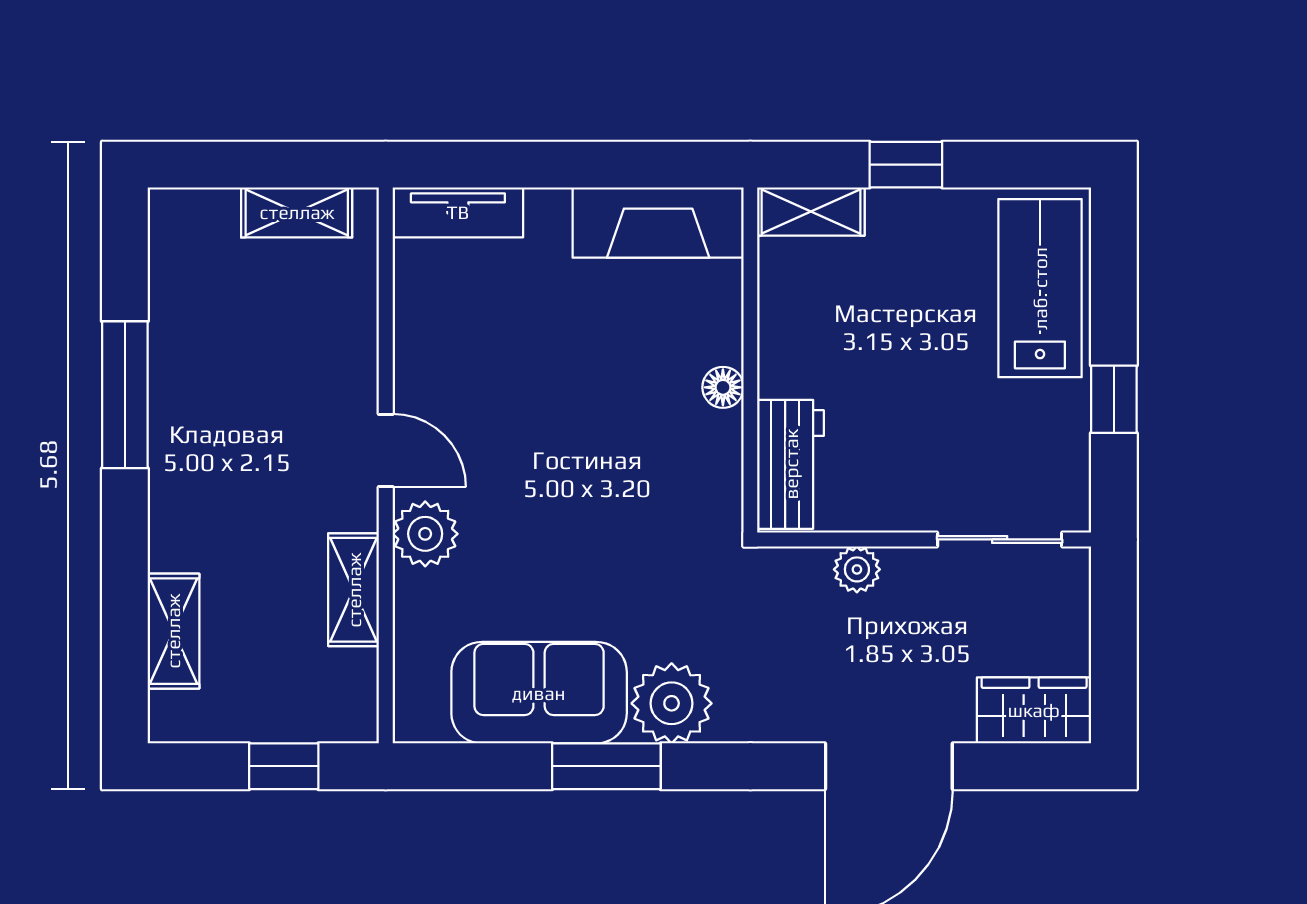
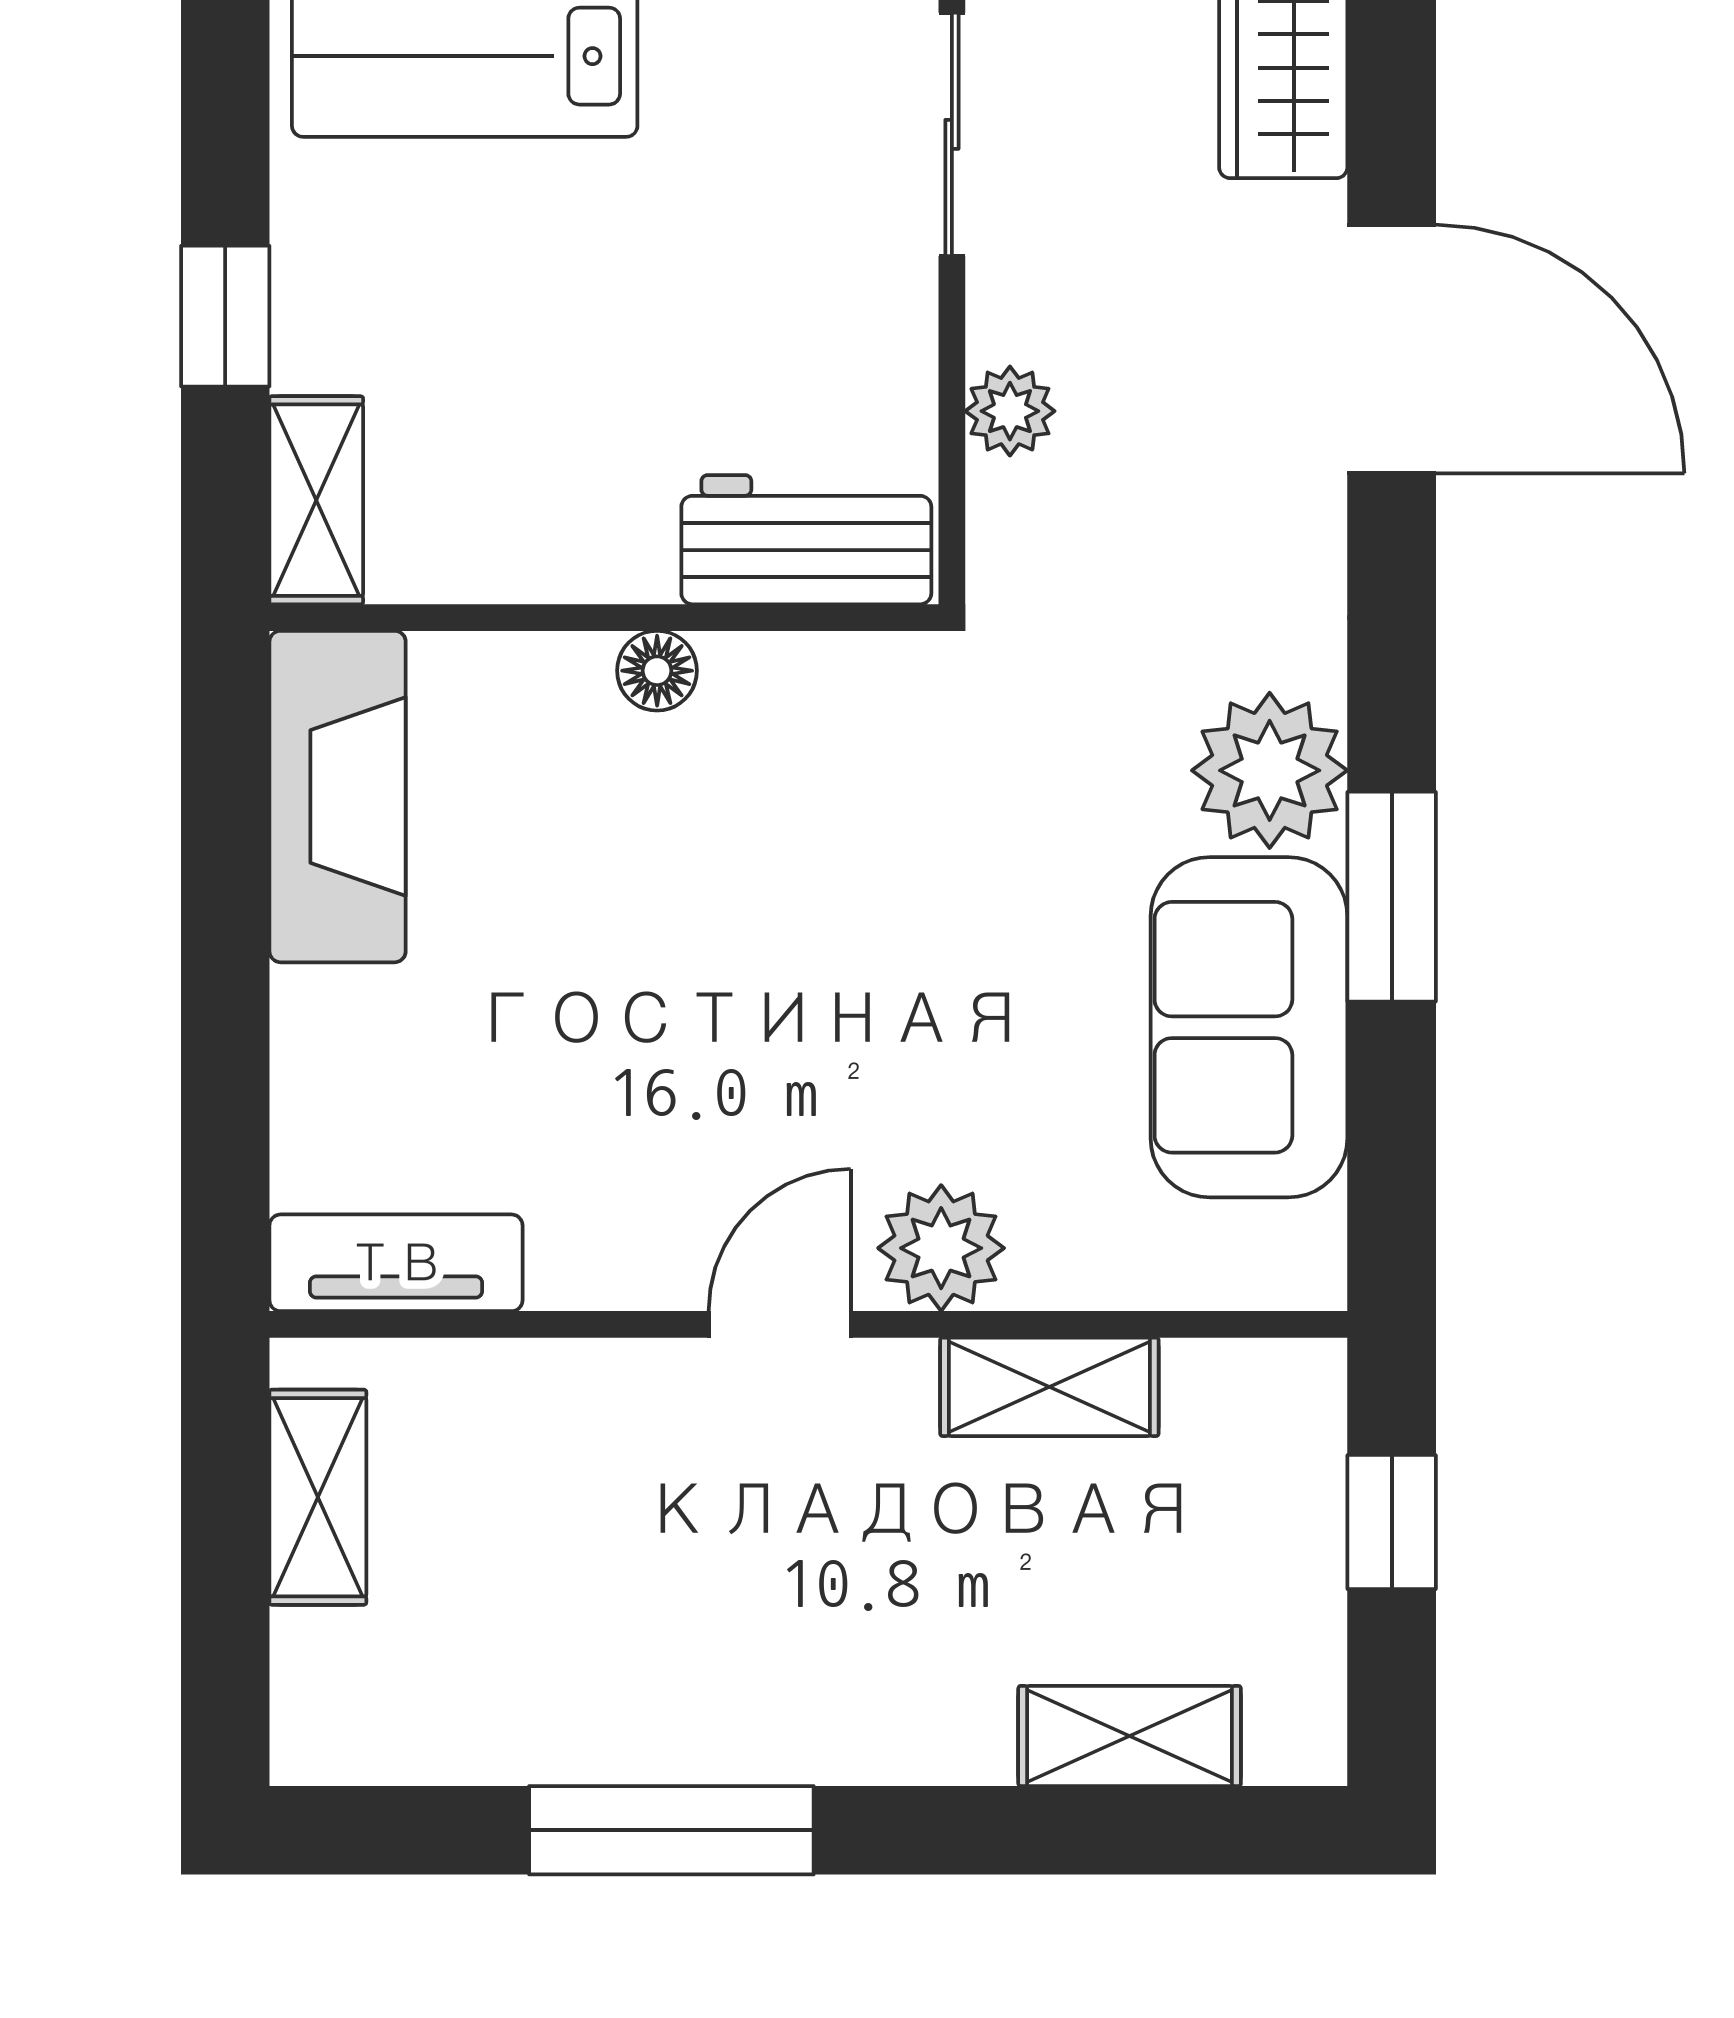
tv unit: (458, 212) -> (396, 1263), moved, turned -90

